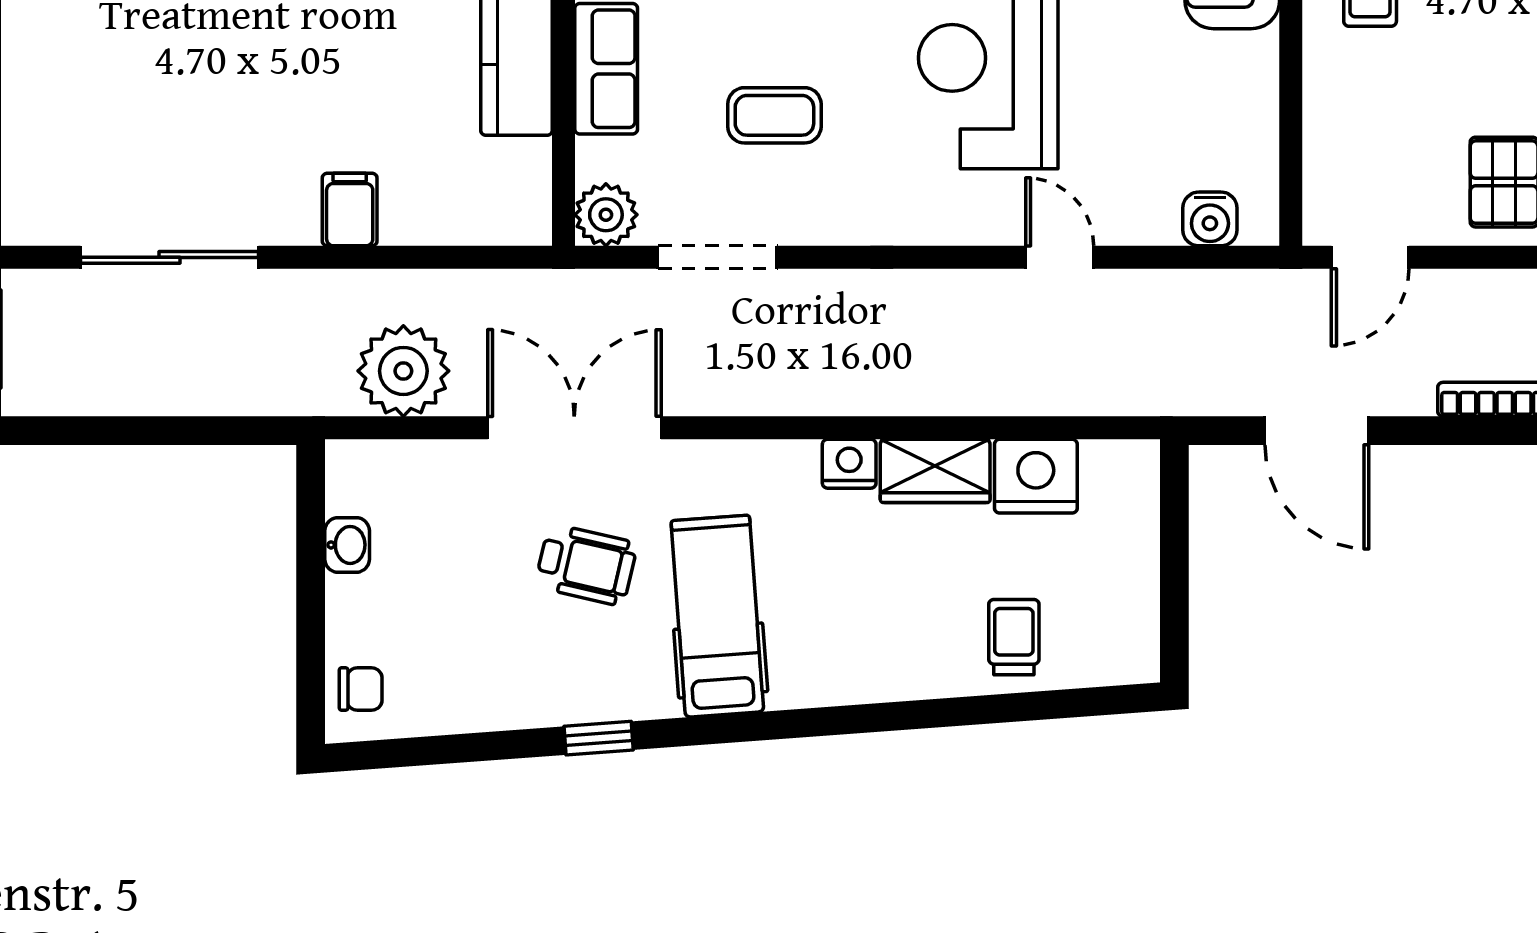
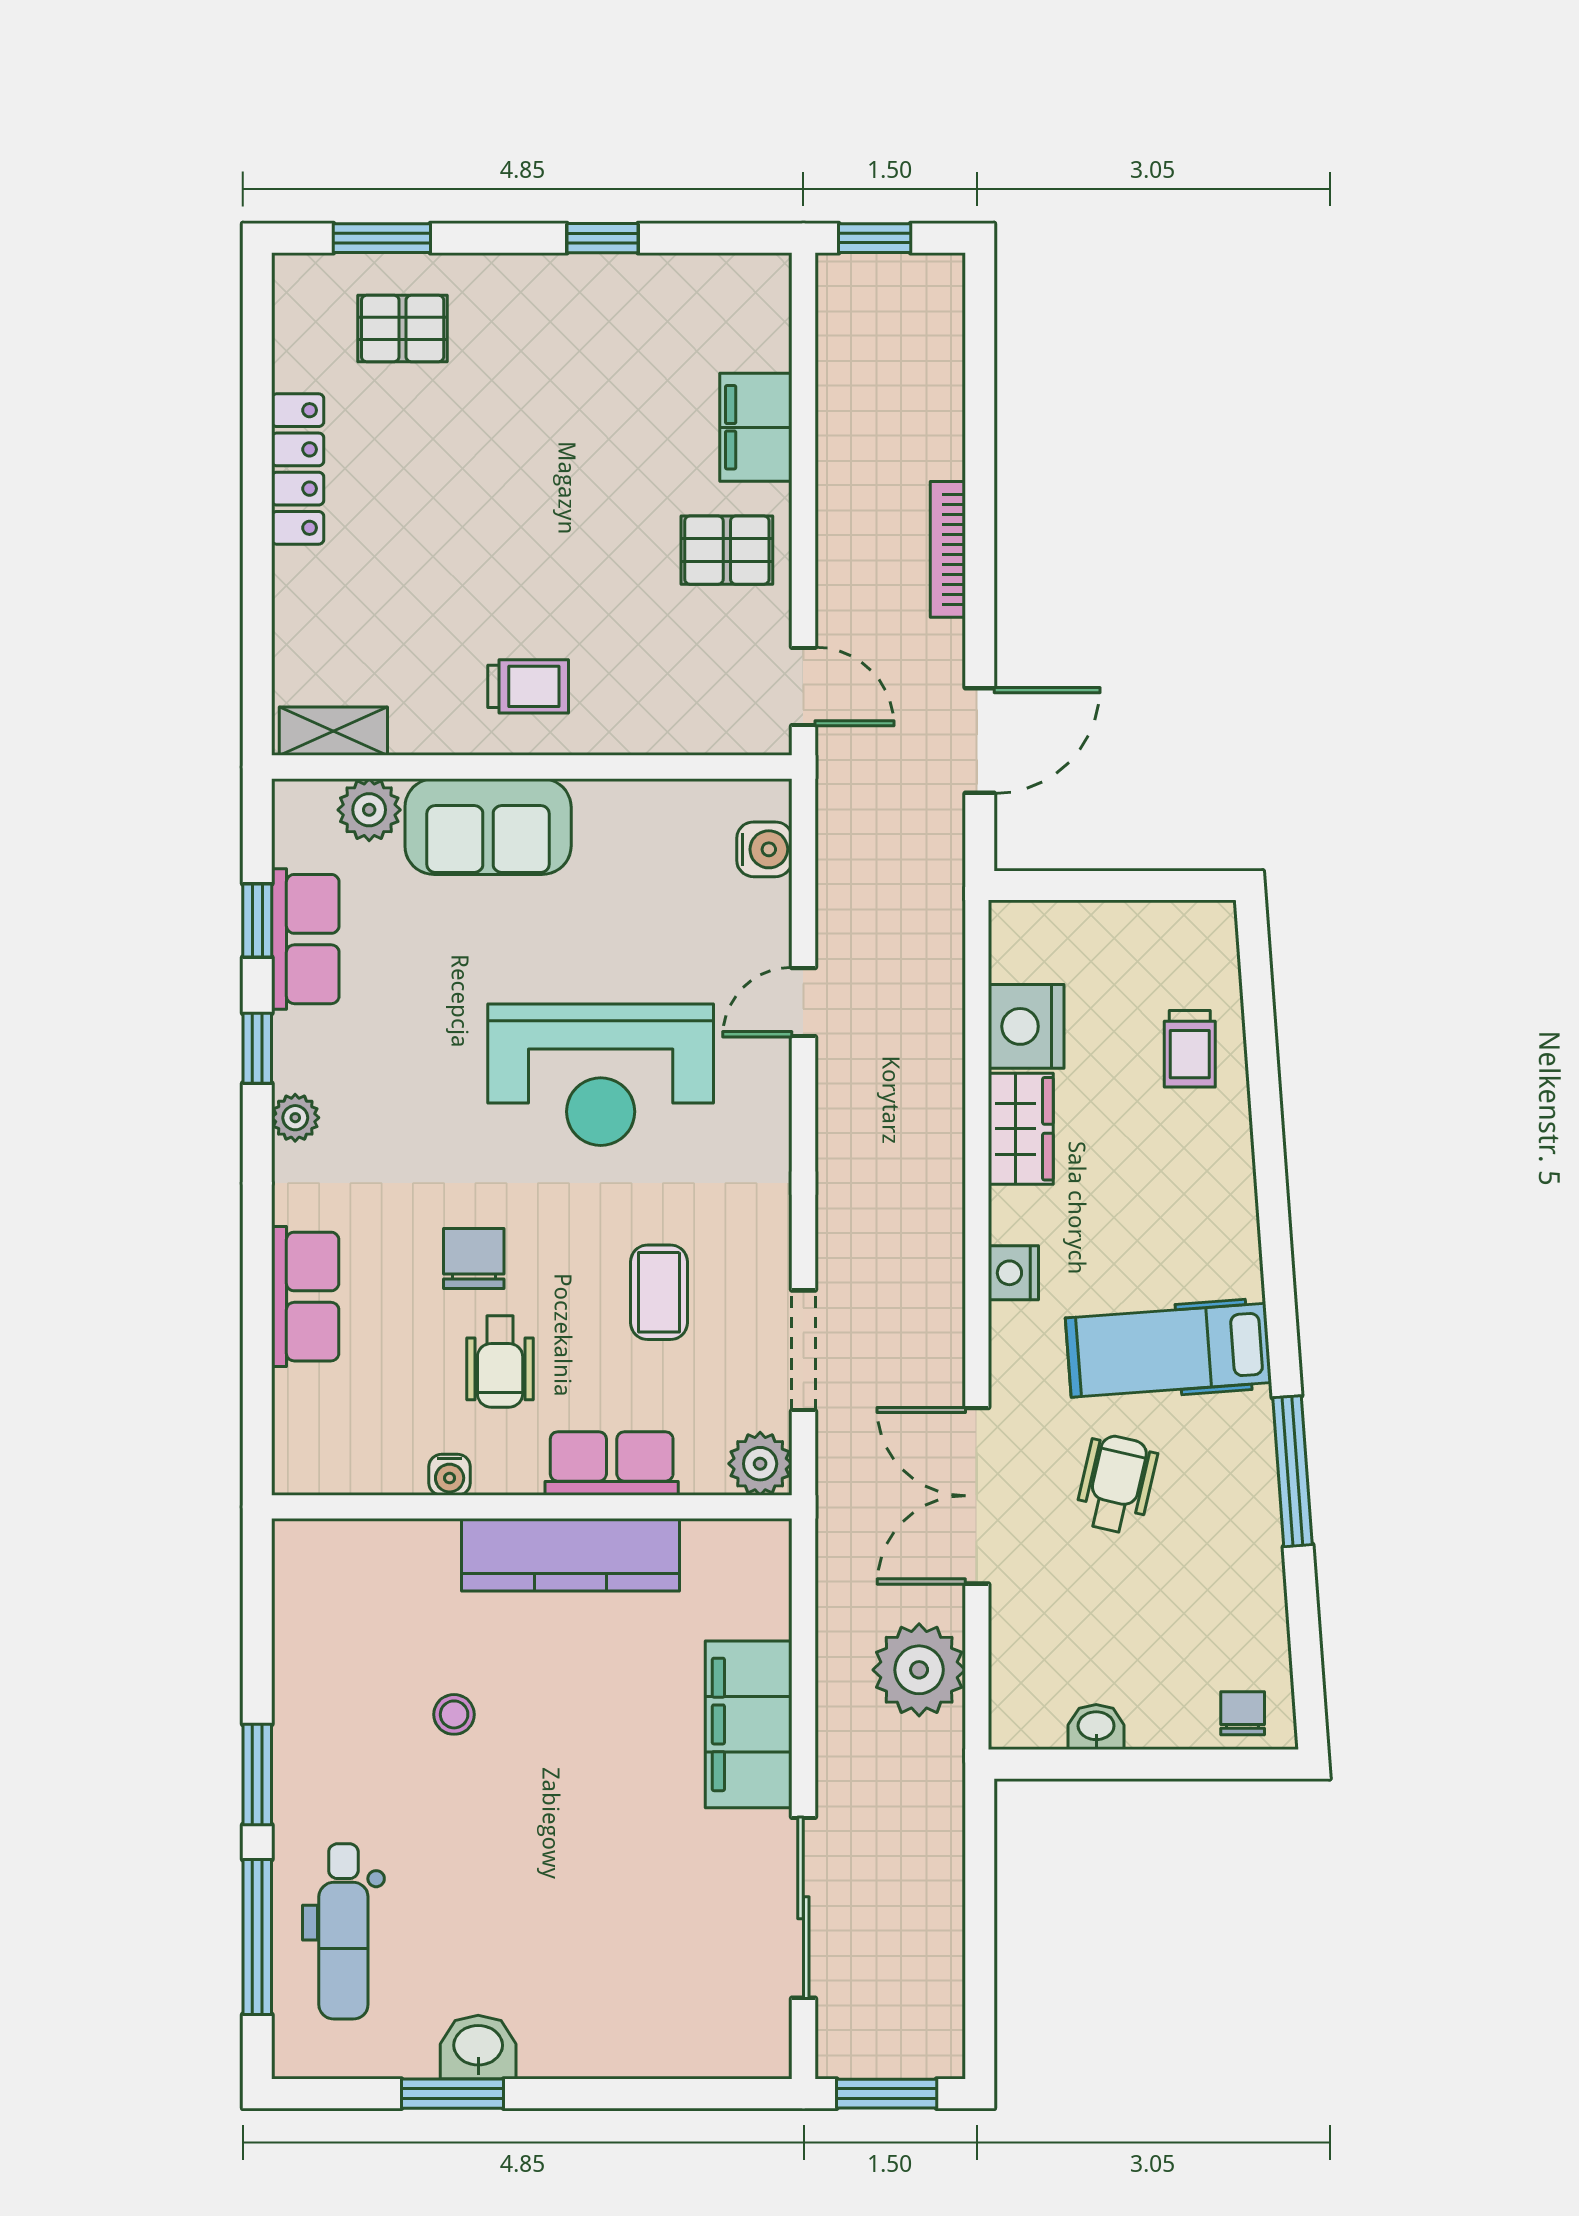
filing cabinet: (350, 210) -> (749, 1724), width x3.00, depth x1.17
nightstand: (849, 464) -> (1013, 1273), moved
trolley: (1014, 637) -> (1190, 1049), turned -90
window: (599, 738) -> (1293, 1471), width x2.17

